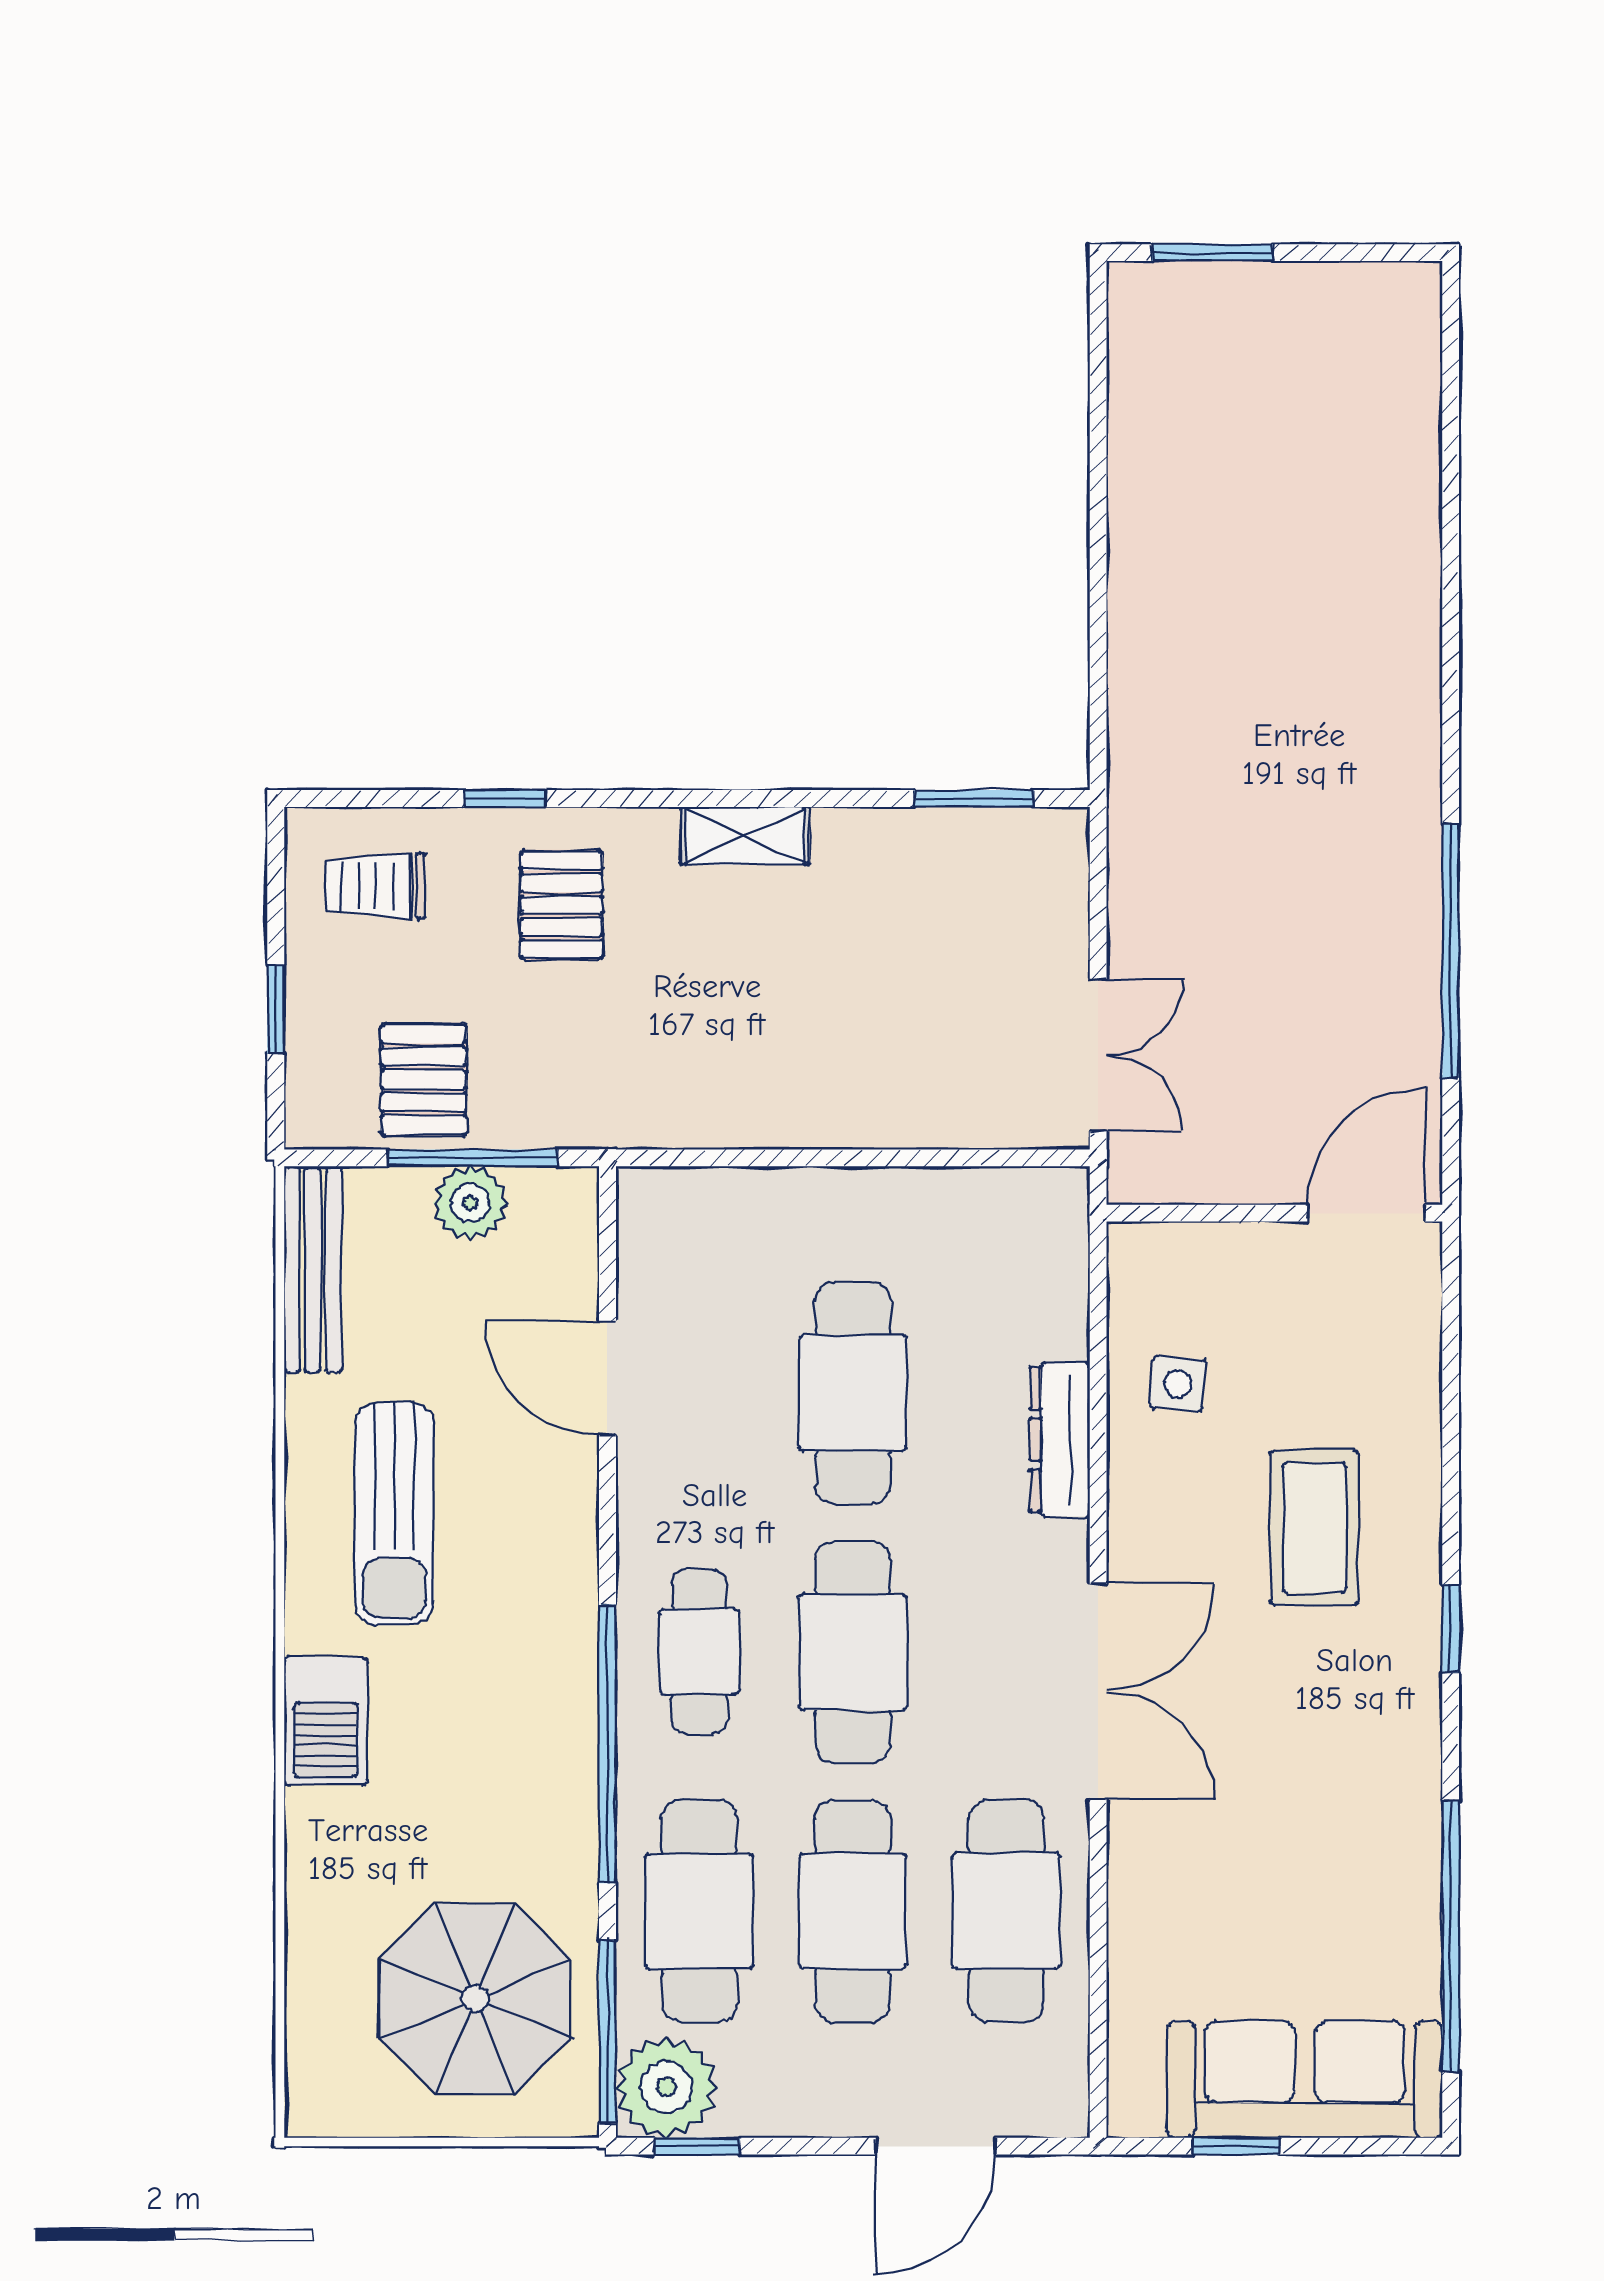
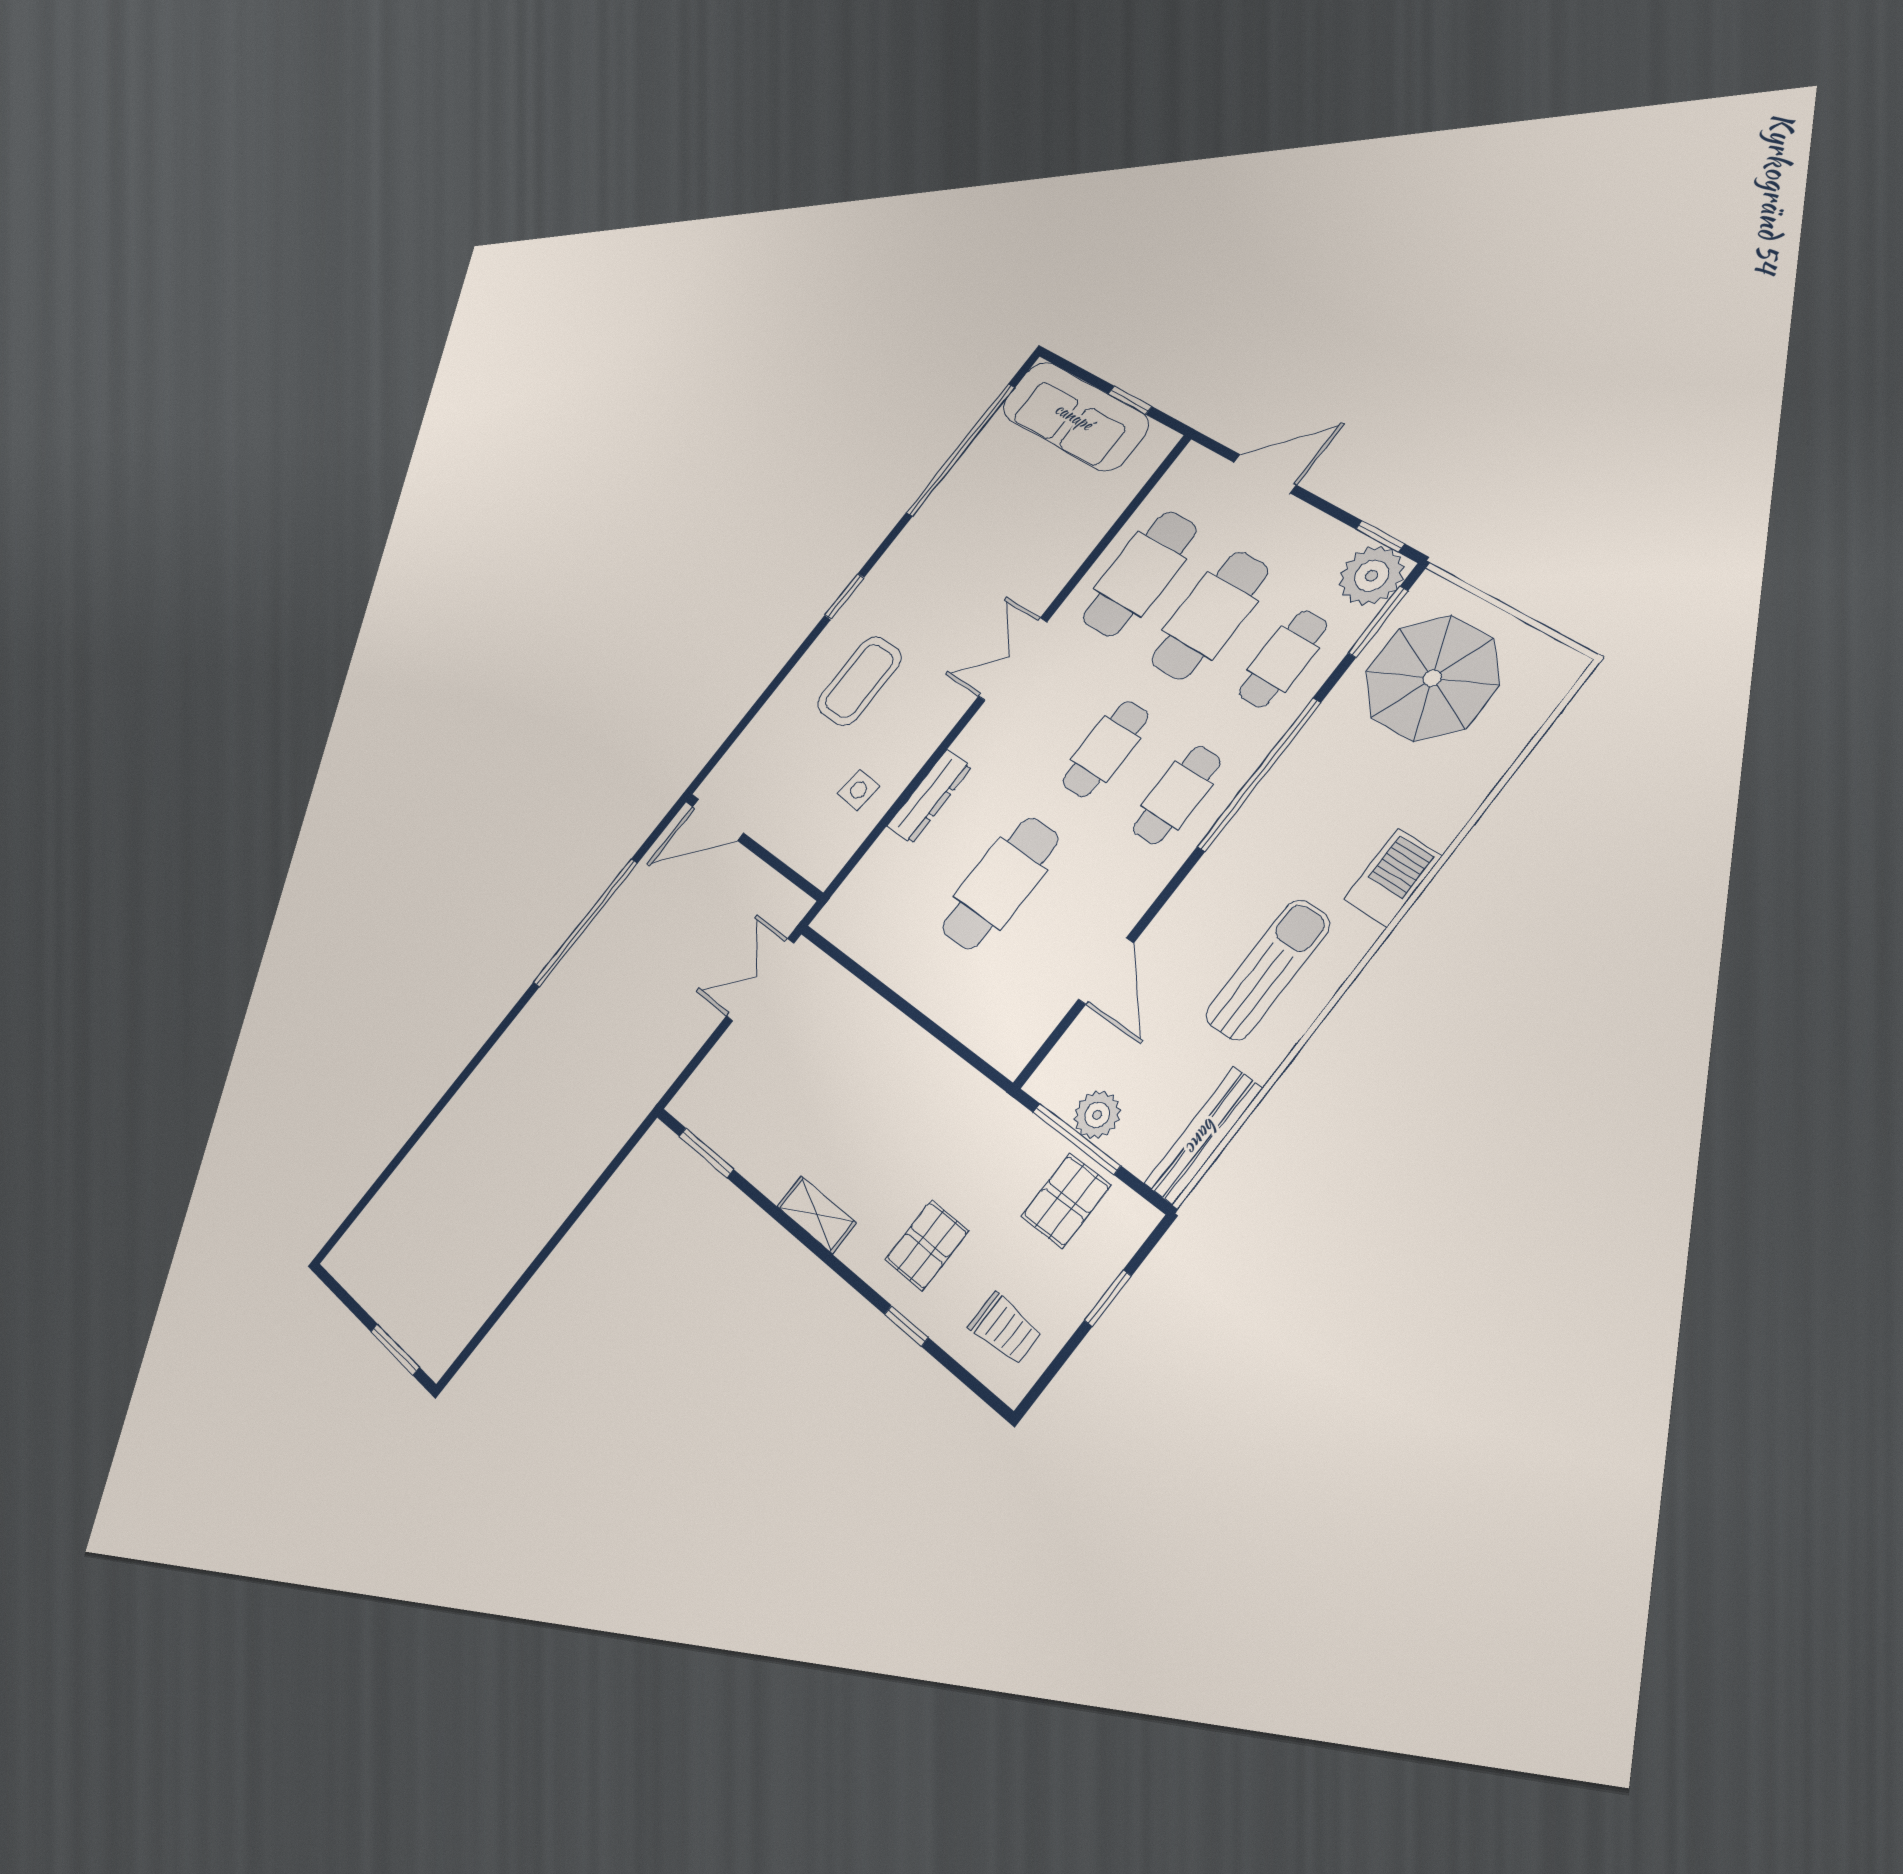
cafe table: (853, 1652) -> (1105, 749), width x0.73, depth x0.74
double door: (1098, 1691) -> (1013, 659), width x0.73
cafe table: (699, 1911) -> (1283, 659), width x0.73, depth x0.74
window: (607, 2031) -> (1378, 622), width x0.69

